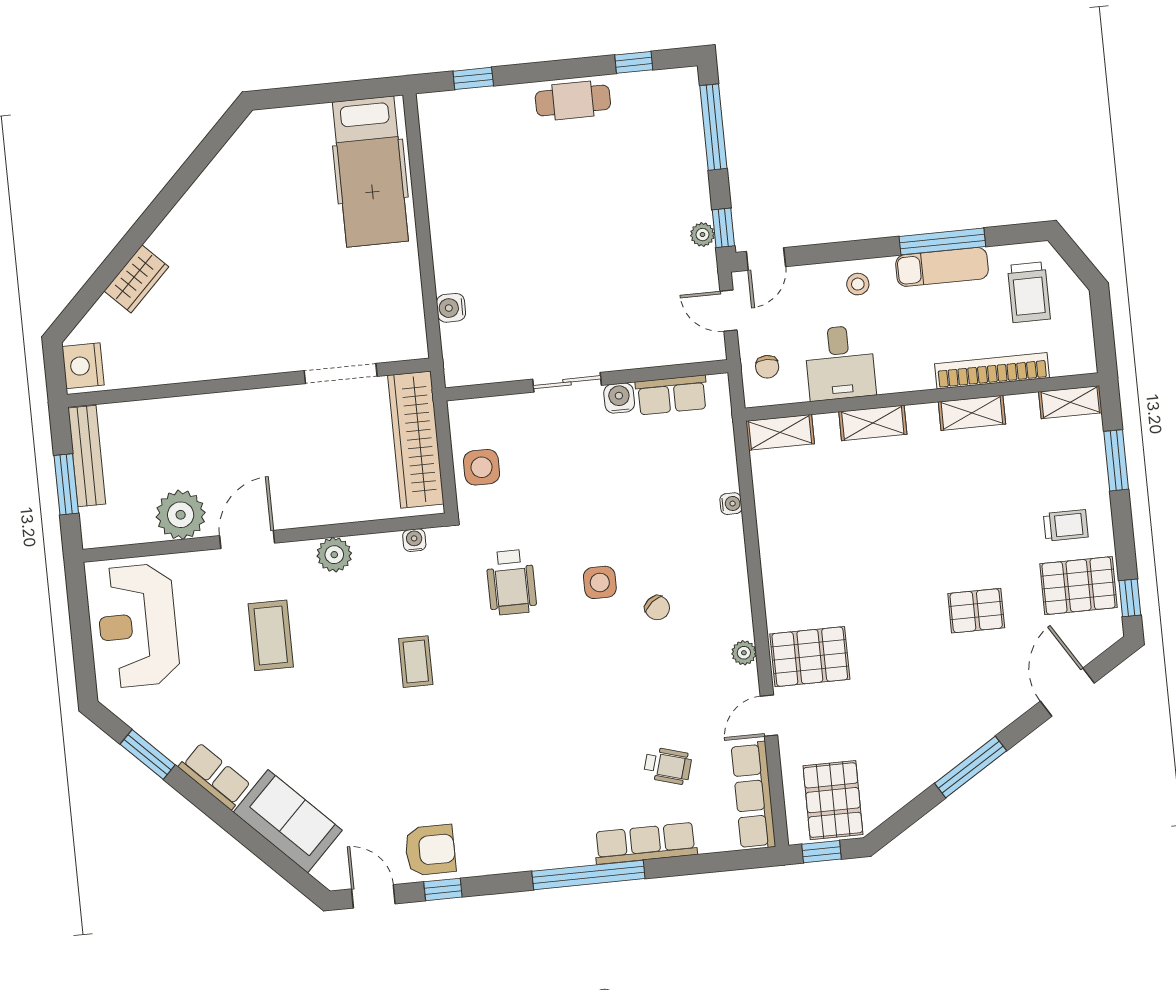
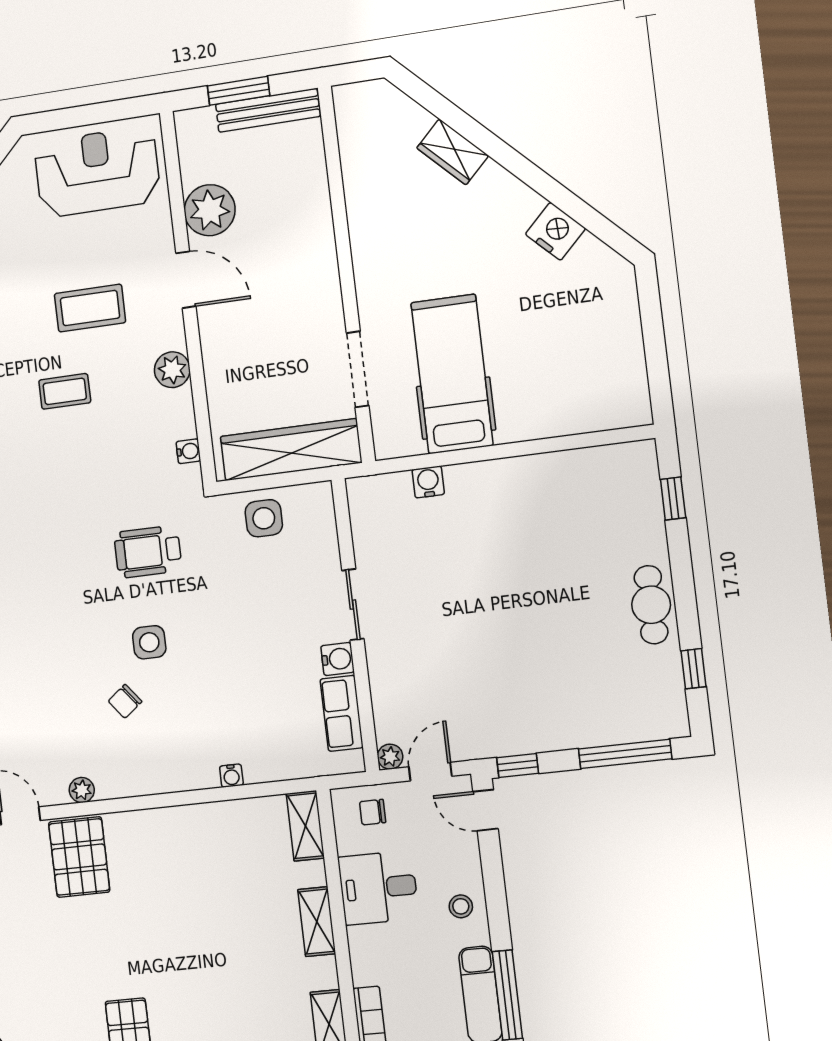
hospital bed: (370, 172) -> (452, 374), moved, turned 90
plant: (702, 235) -> (390, 757), moved
nightstand: (83, 366) -> (555, 231), moved, turned 45
coffee table: (416, 662) -> (65, 391), moved

